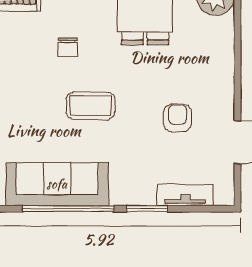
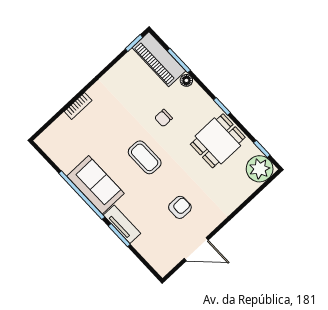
sofa: (57, 184) -> (95, 185), width x0.73
tv unit: (185, 195) -> (122, 224), moved

